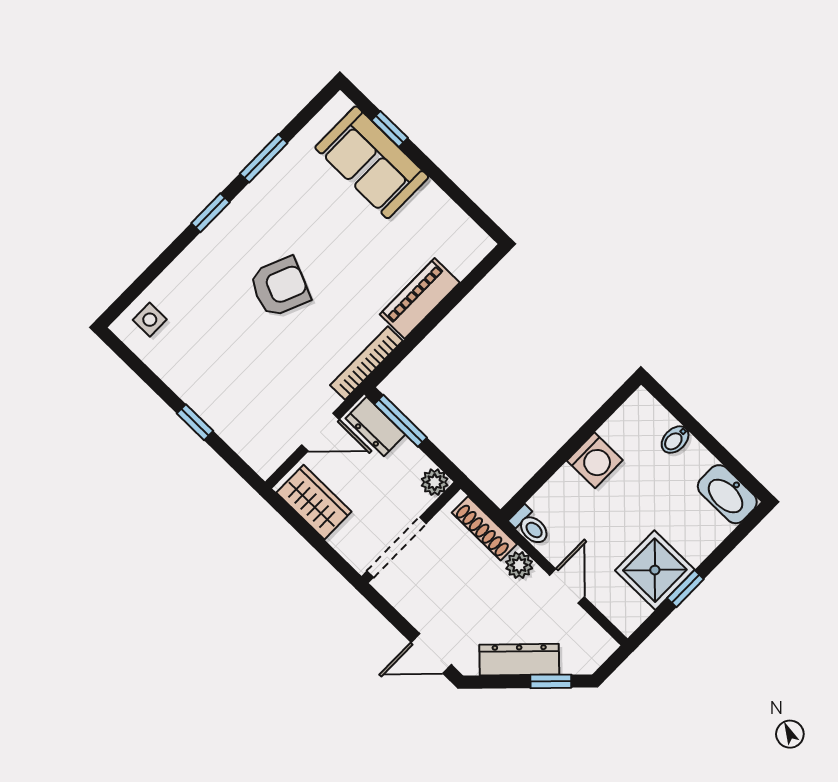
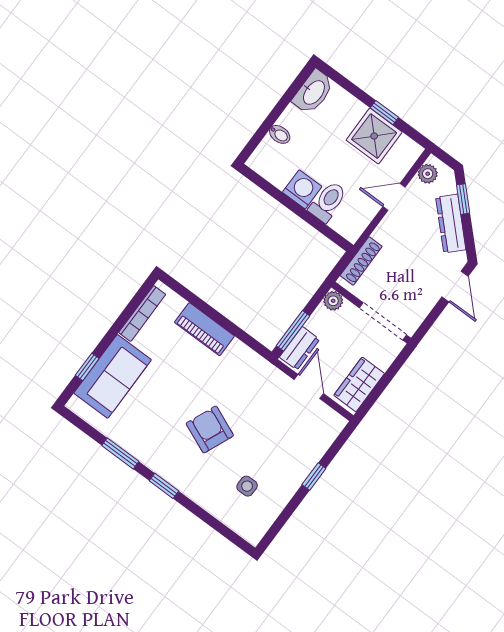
side table: (150, 320) -> (247, 486), moved
bookcase: (366, 363) -> (142, 313), moved, turned -90
toilet: (530, 526) -> (328, 202), moved, width x1.37, depth x1.39
plant: (519, 565) -> (428, 174), moved

